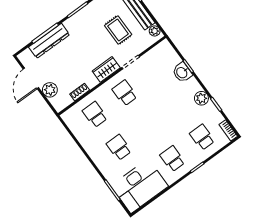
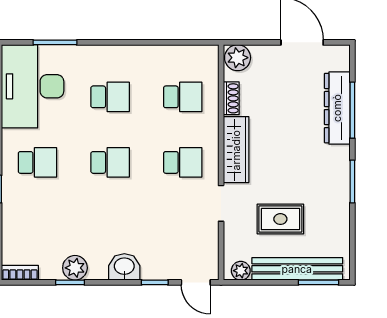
door: (175, 48) -> (196, 282), added
wardrobe: (106, 69) -> (236, 150), width x1.50
washbasin: (182, 72) -> (124, 267), moved
plant: (50, 90) -> (238, 58), moved
plant: (201, 98) -> (75, 268), moved
school desk: (202, 137) -> (110, 162), moved

